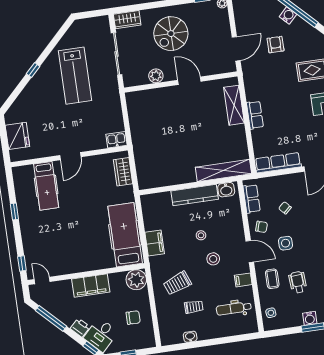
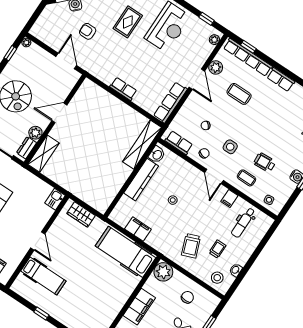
dresser: (137, 79) -> (26, 148), added
shelving: (234, 105) -> (43, 154), moved, turned 90
filing cabinet: (155, 243) -> (138, 229), moved
door: (250, 251) -> (214, 176), swing flipped
stool: (213, 259) -> (217, 278), moved

